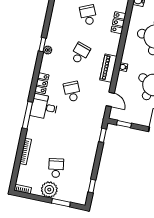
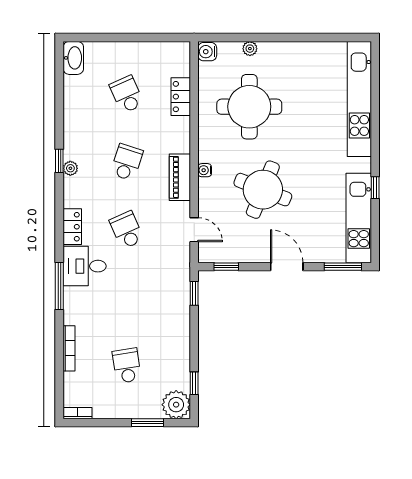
plant: (49, 190) -> (176, 405), moved

